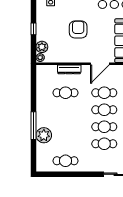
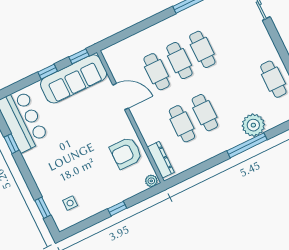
armchair: (78, 29) -> (126, 153), moved
plant: (42, 47) -> (136, 186), removed
dresser: (69, 69) -> (161, 160), moved
cafe table: (104, 144) -> (205, 113), moved

